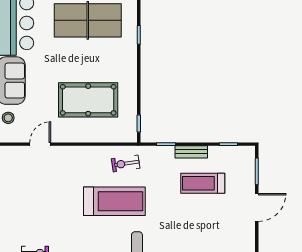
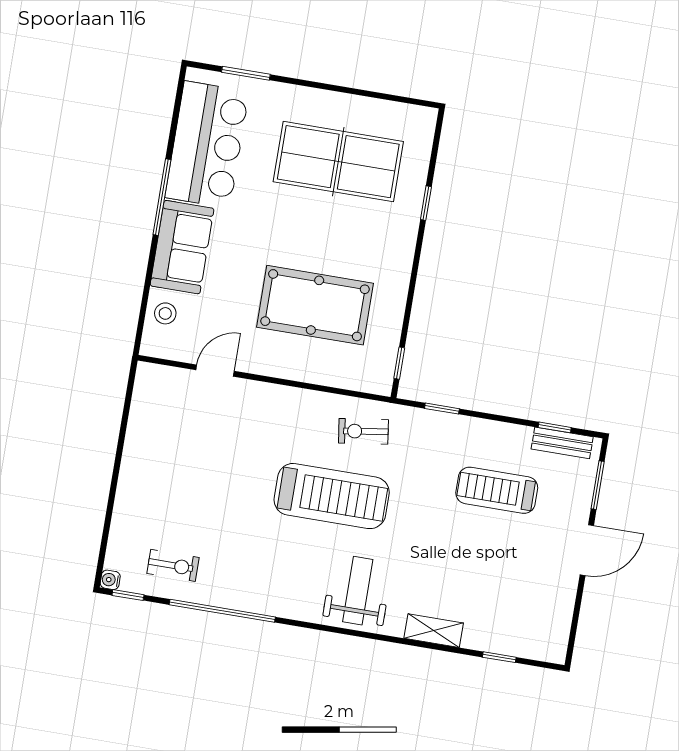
bench: (191, 152) -> (562, 443), moved

